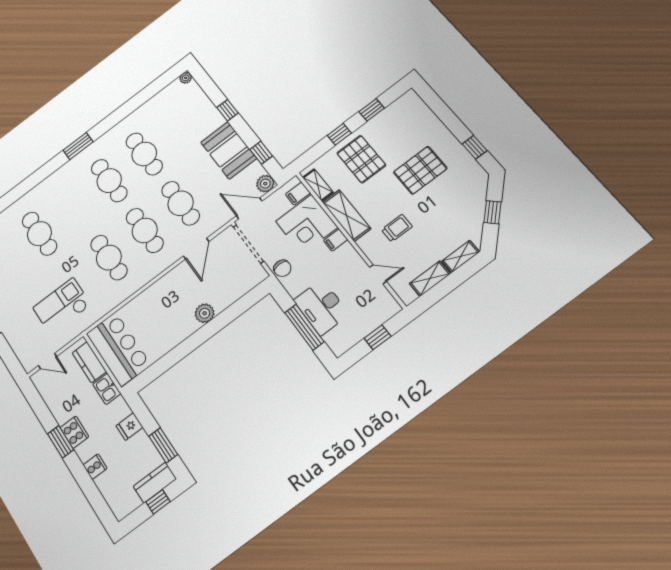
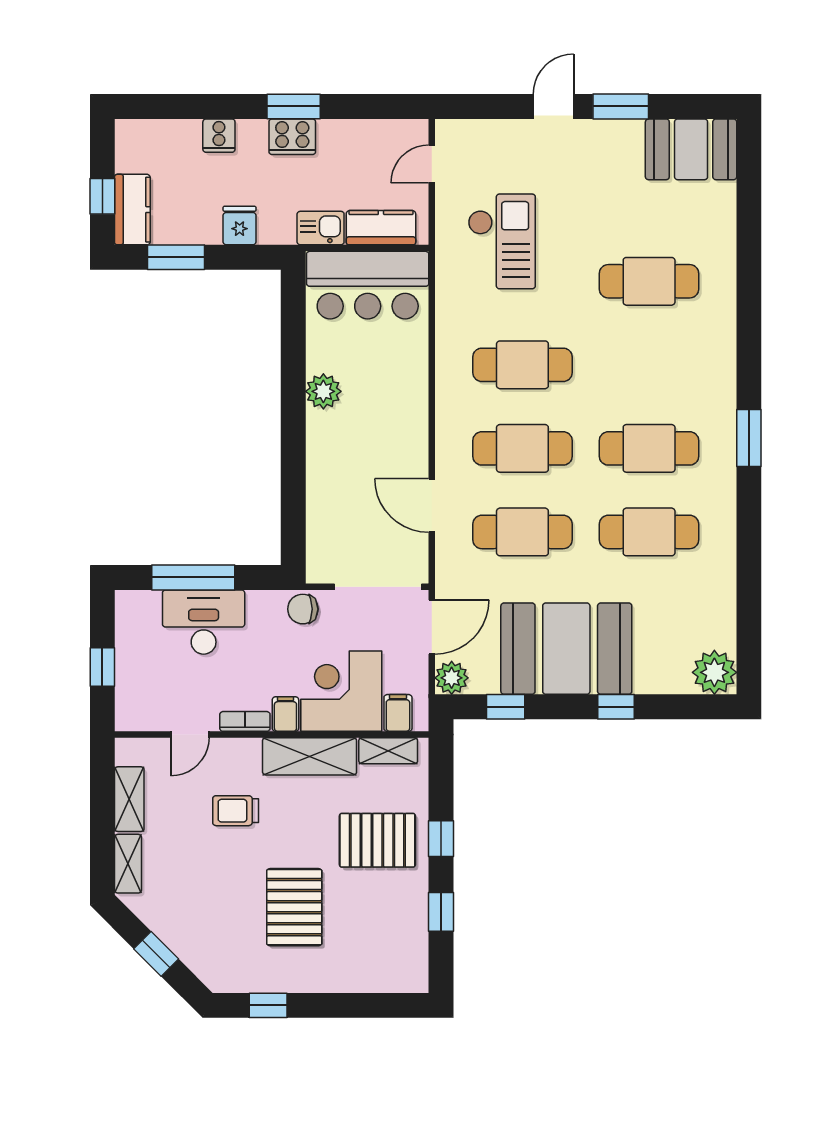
plant: (186, 78) -> (714, 672), width x1.87, depth x1.87
booth: (229, 150) -> (566, 649), width x1.36, depth x1.42
trolley: (397, 228) -> (236, 811), turned 90
bookcase: (353, 255) -> (245, 721), added
plant: (205, 313) -> (323, 391), moved

